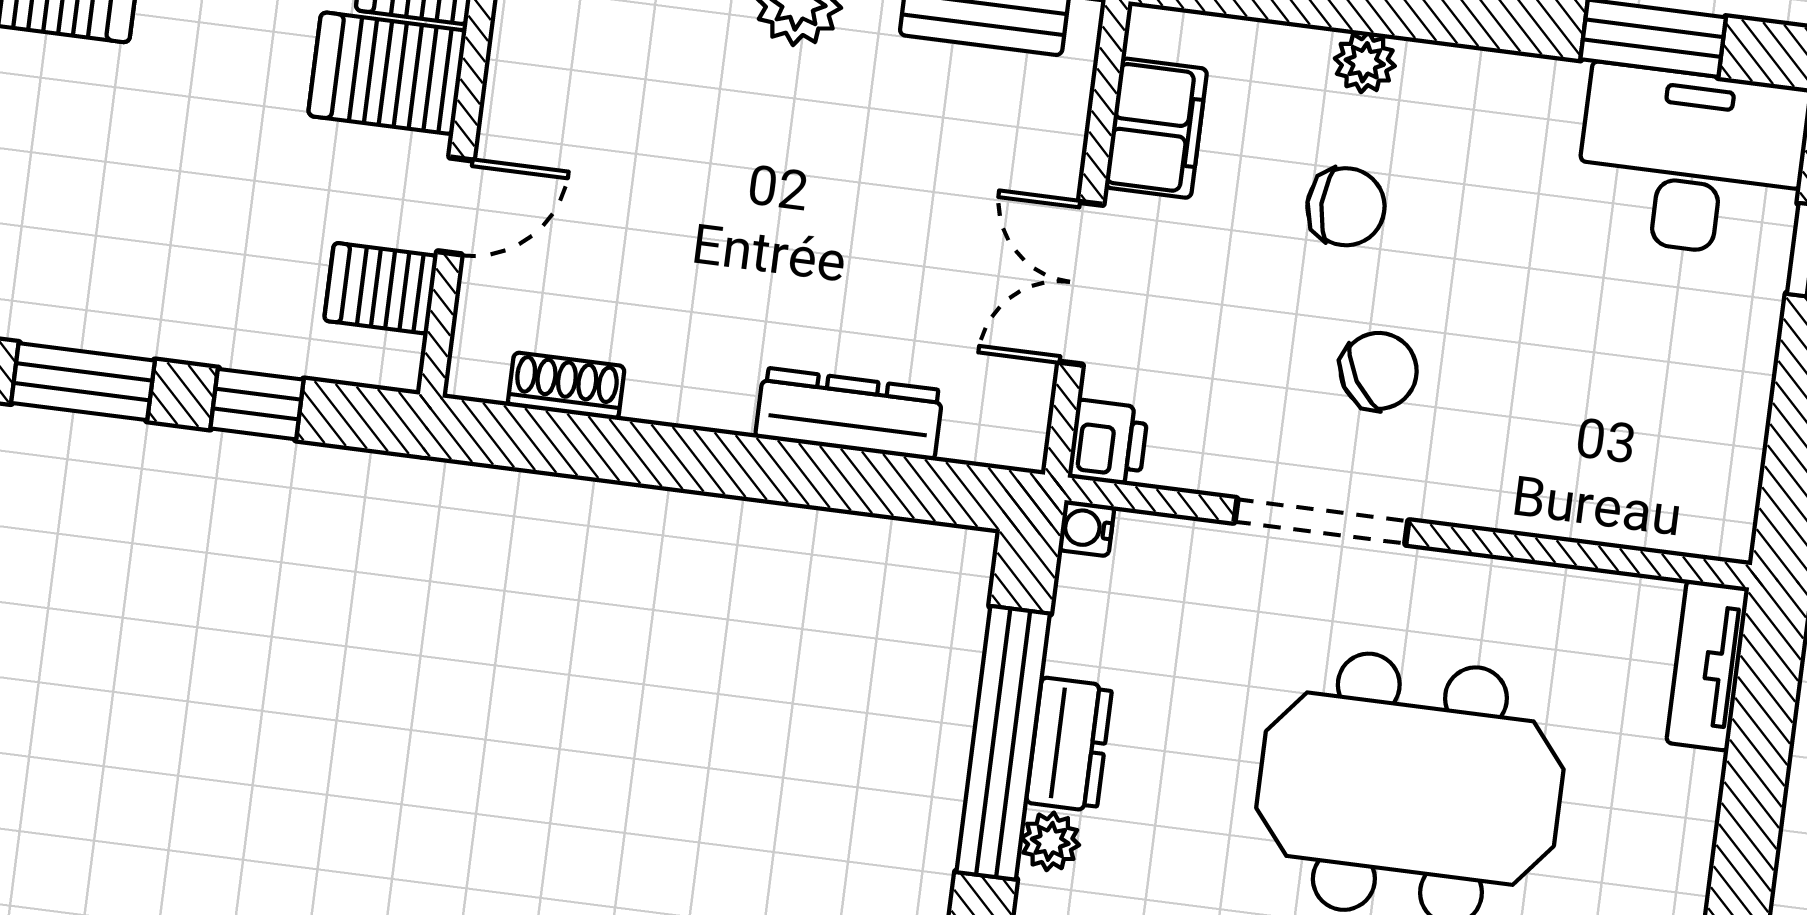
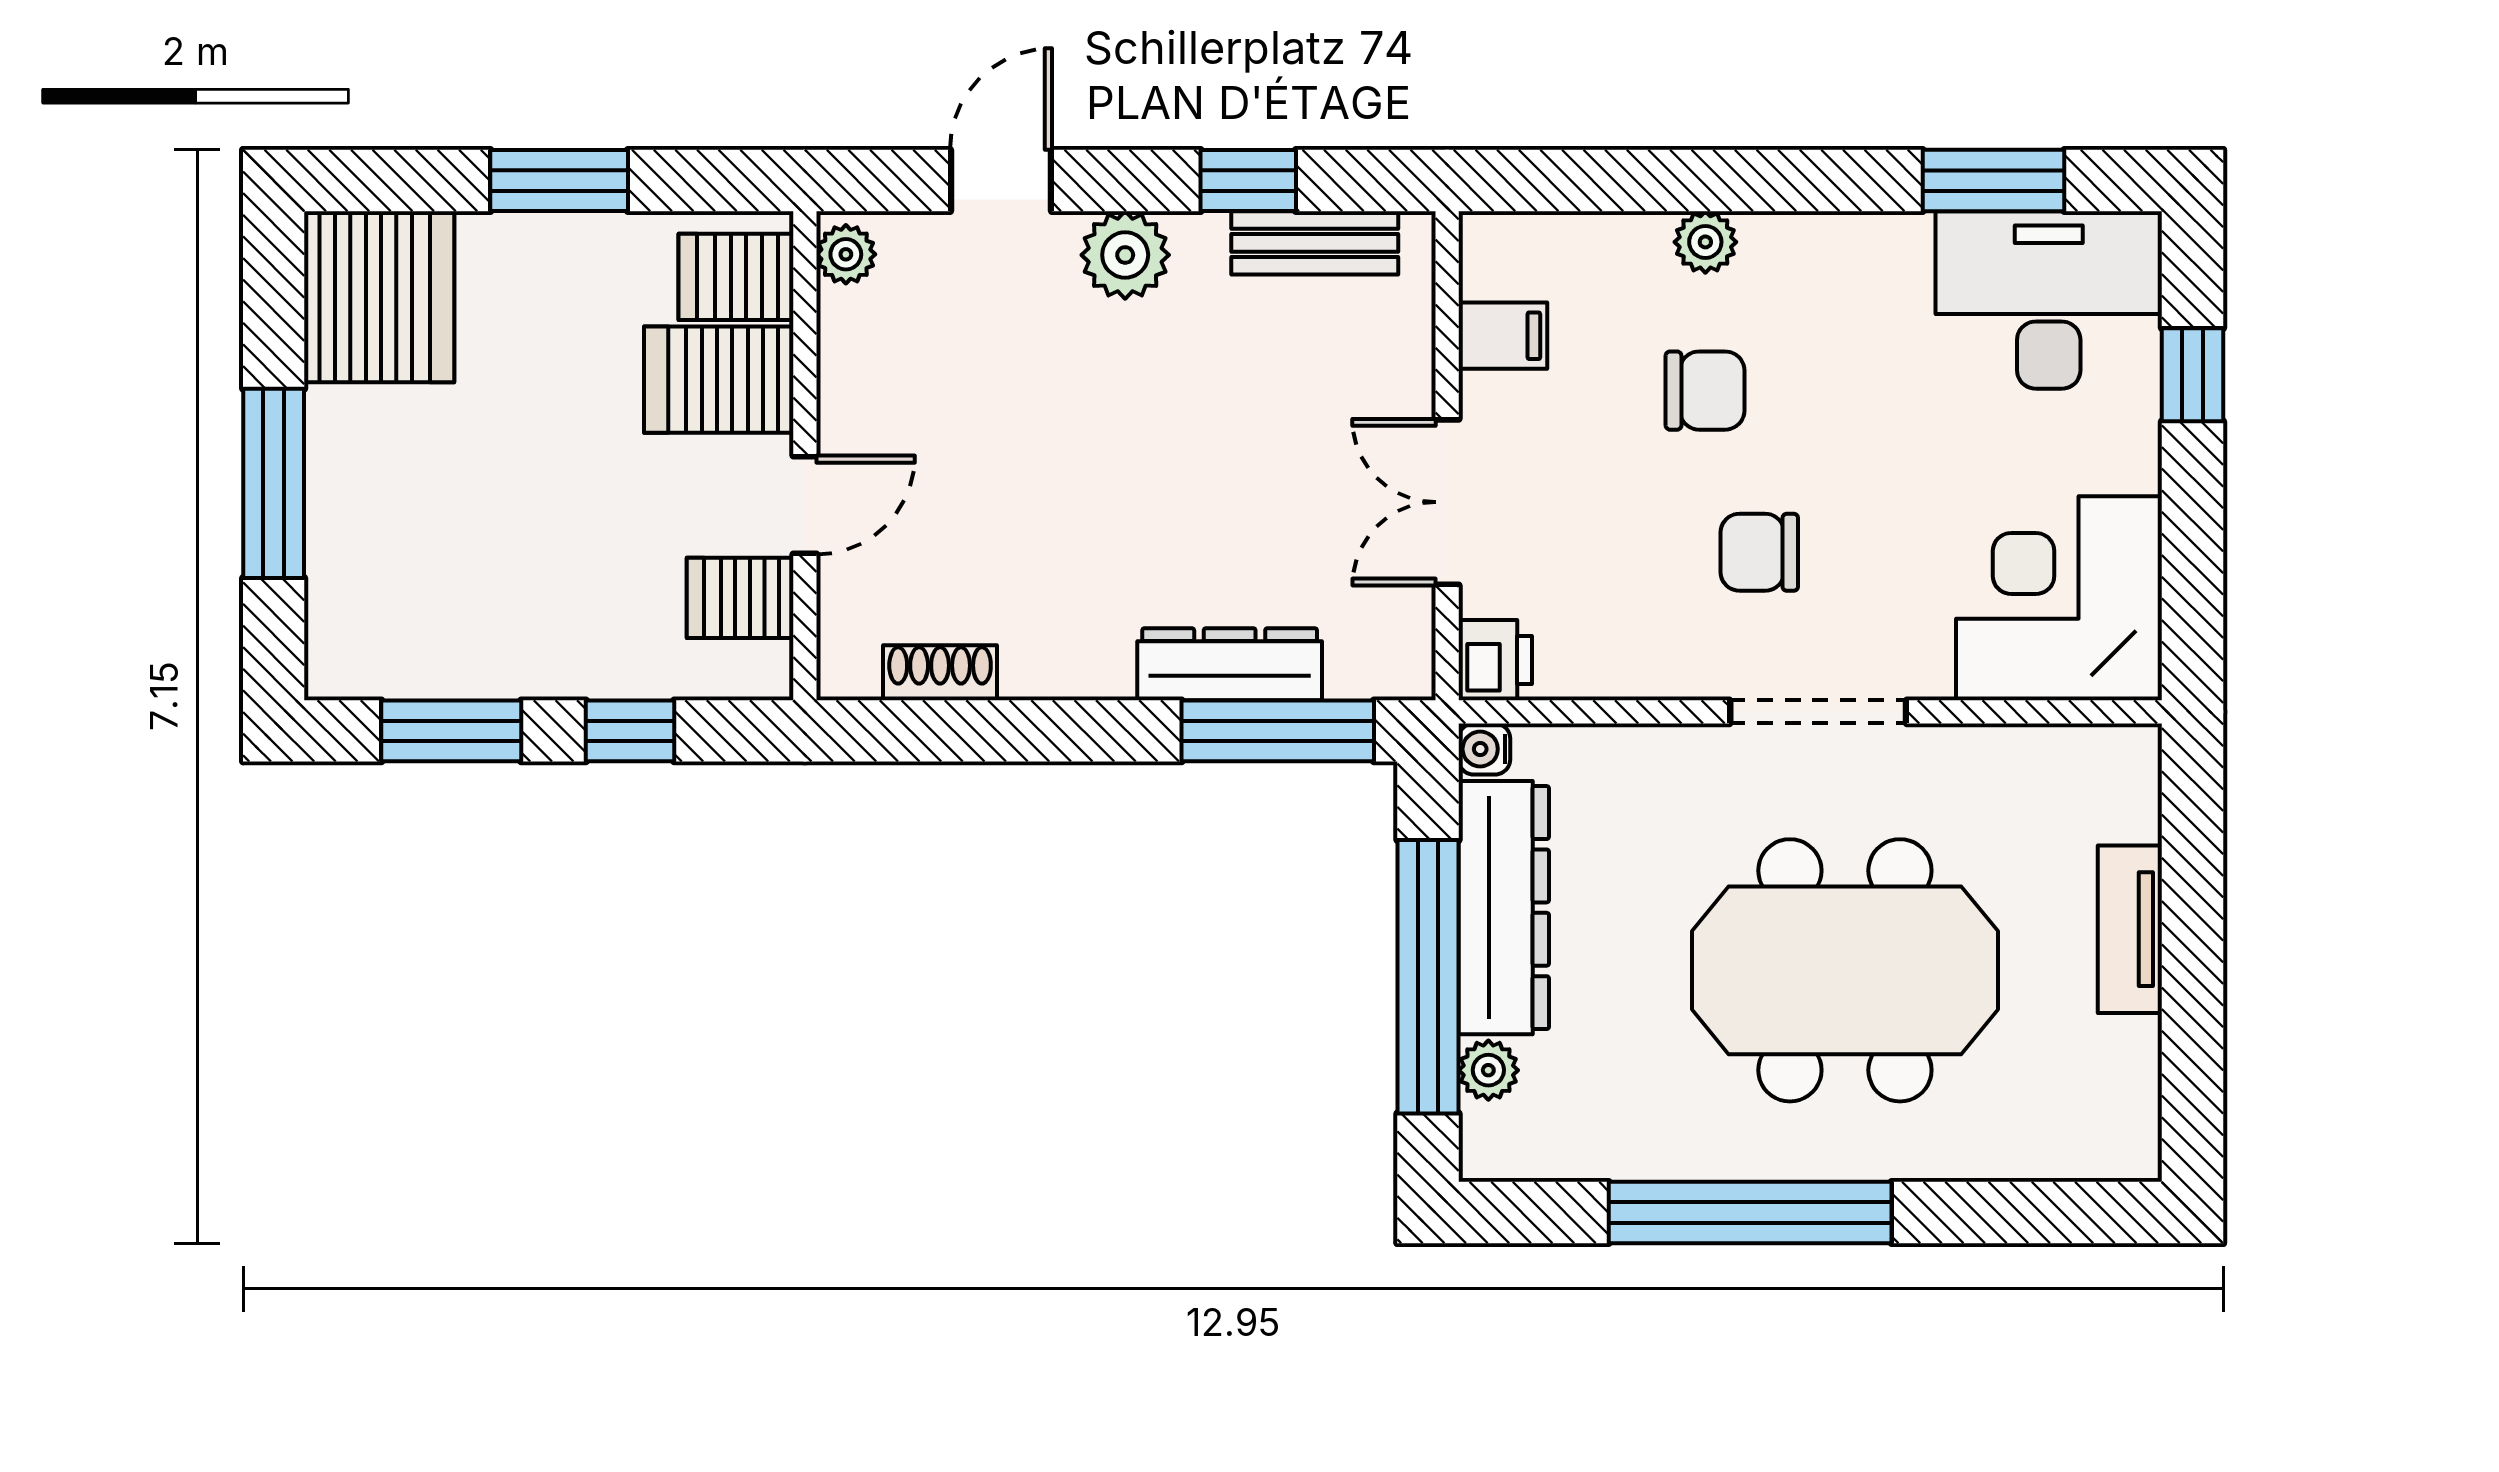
filing cabinet: (1156, 128) -> (1503, 336), width x0.50
chair: (1379, 371) -> (1759, 552), turned -148
corner desk: (1664, 453) -> (2058, 598), added
window: (888, 485) -> (1278, 731), added
doorway: (1321, 521) -> (1818, 712), moved
tv unit: (1708, 665) -> (2130, 929), moved
dresser: (1069, 744) -> (1504, 908), width x1.96, depth x1.24

